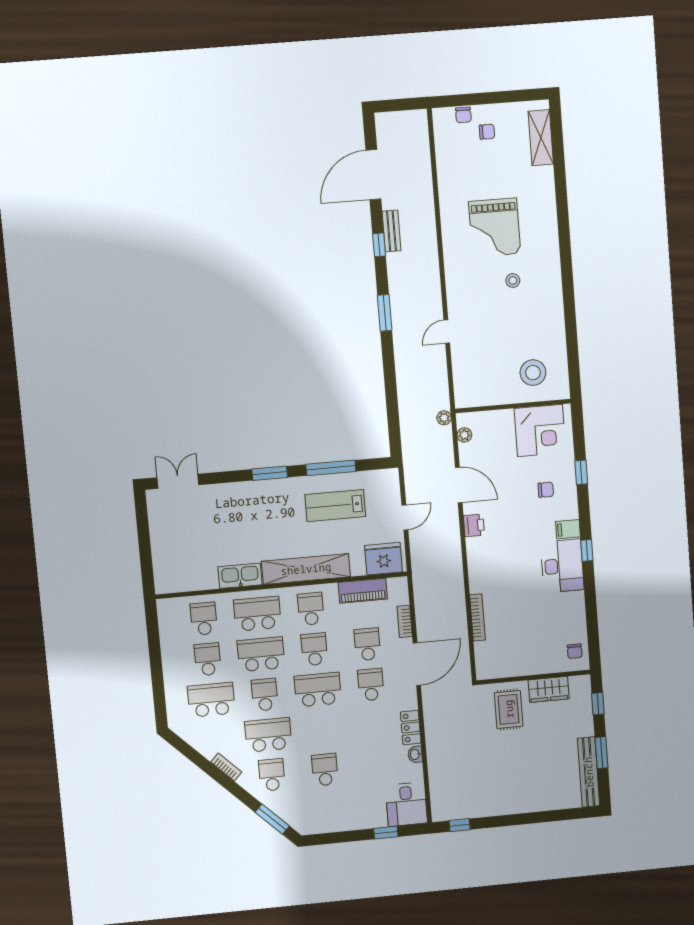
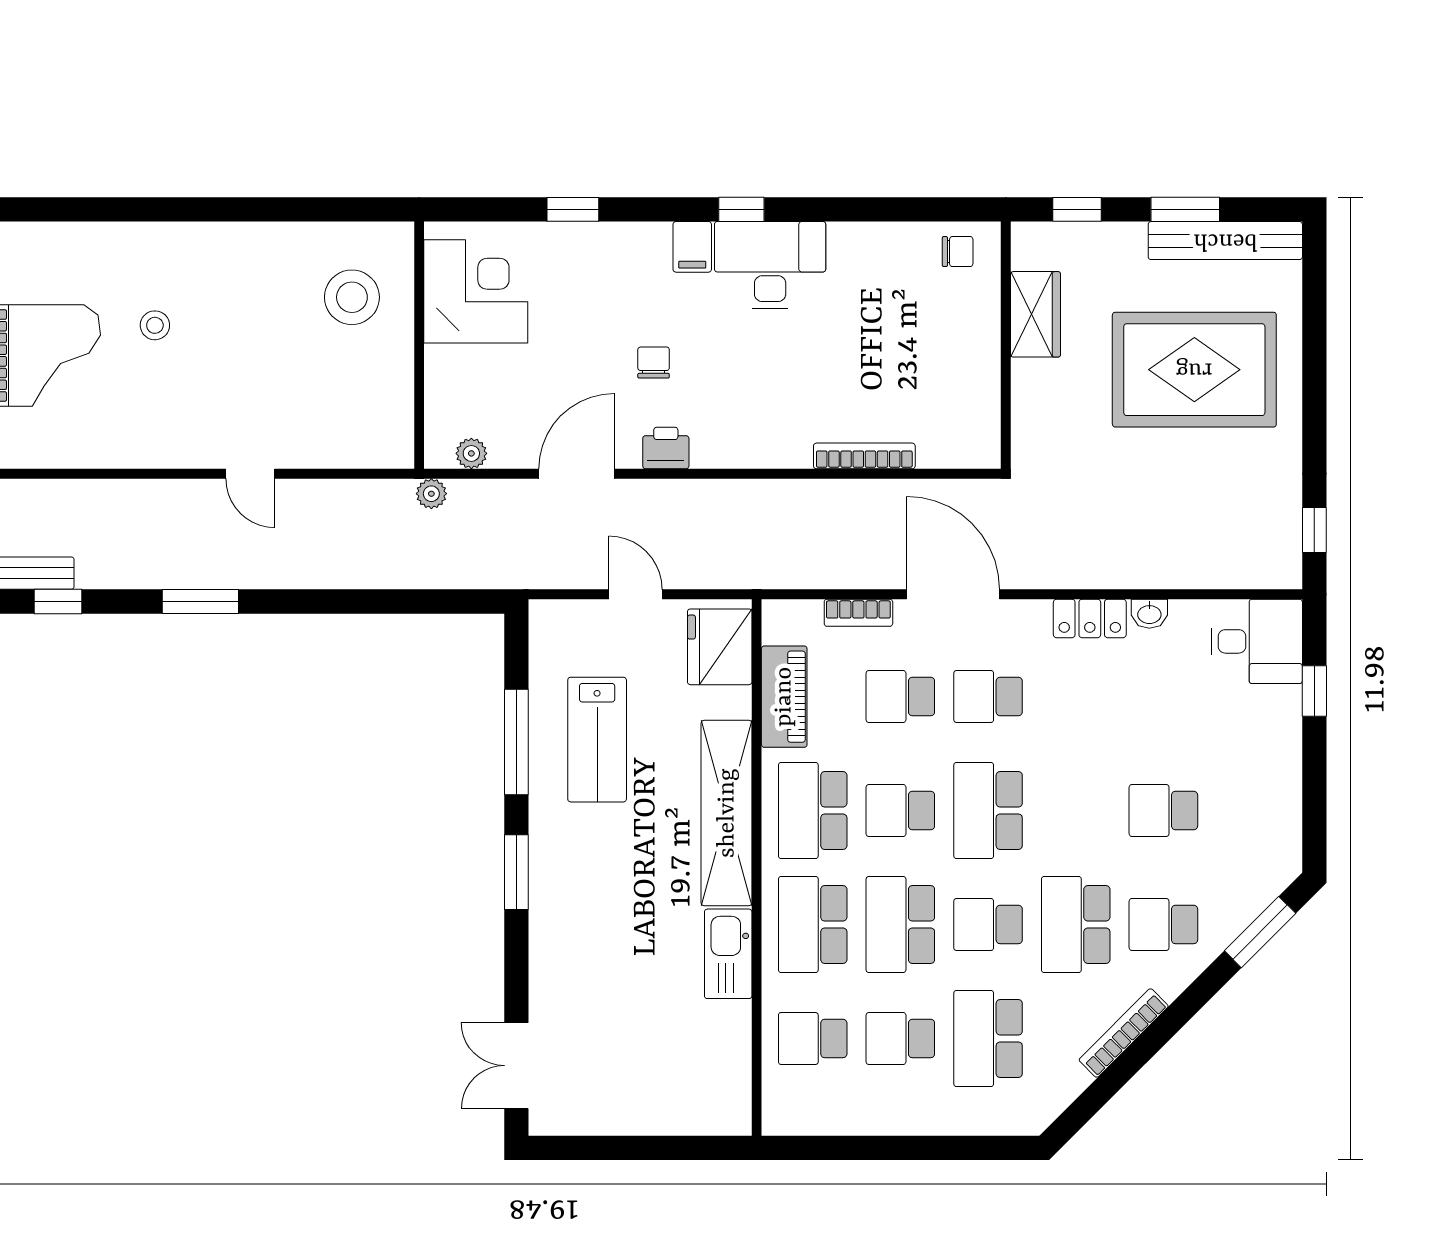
chair: (546, 490) -> (654, 363), moved
school desk: (311, 609) -> (813, 810), width x1.85
rug: (509, 709) -> (1194, 370), moved, width x1.86, depth x2.06
bookcase: (226, 767) -> (1124, 1033), width x1.56

